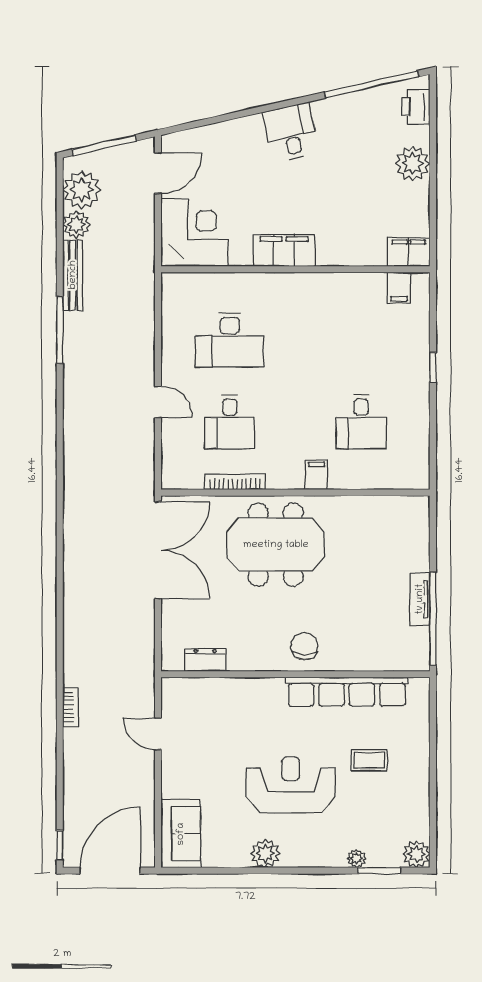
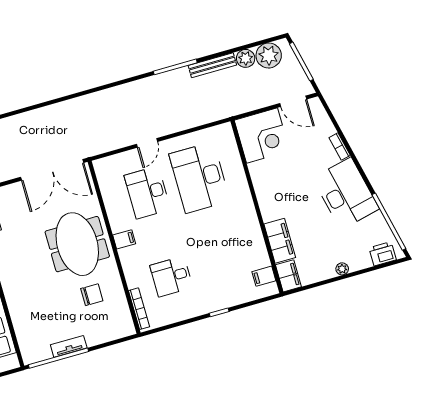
bookcase: (243, 125) -> (340, 146), added
desk: (291, 132) -> (346, 193), width x1.87, depth x1.30
plant: (413, 163) -> (342, 269), width x0.53, depth x0.53
filing cabinet: (284, 250) -> (280, 241), moved
desk: (230, 340) -> (200, 178), width x1.36, depth x1.30
desk: (230, 422) -> (147, 192), width x1.37
filing cabinet: (316, 475) -> (124, 239), moved
bookcase: (235, 482) -> (139, 309), moved
chair: (304, 646) -> (92, 295), moved

